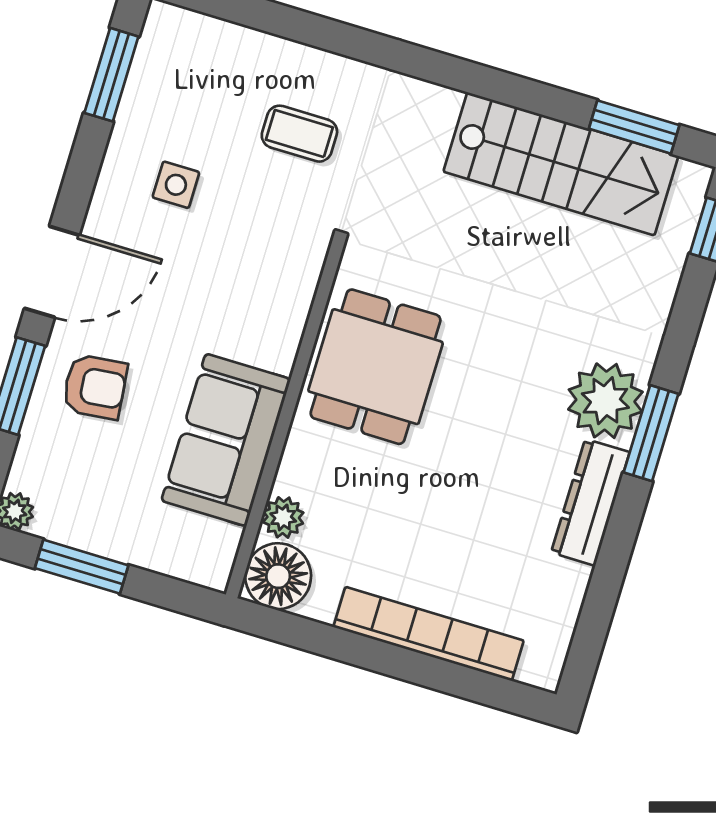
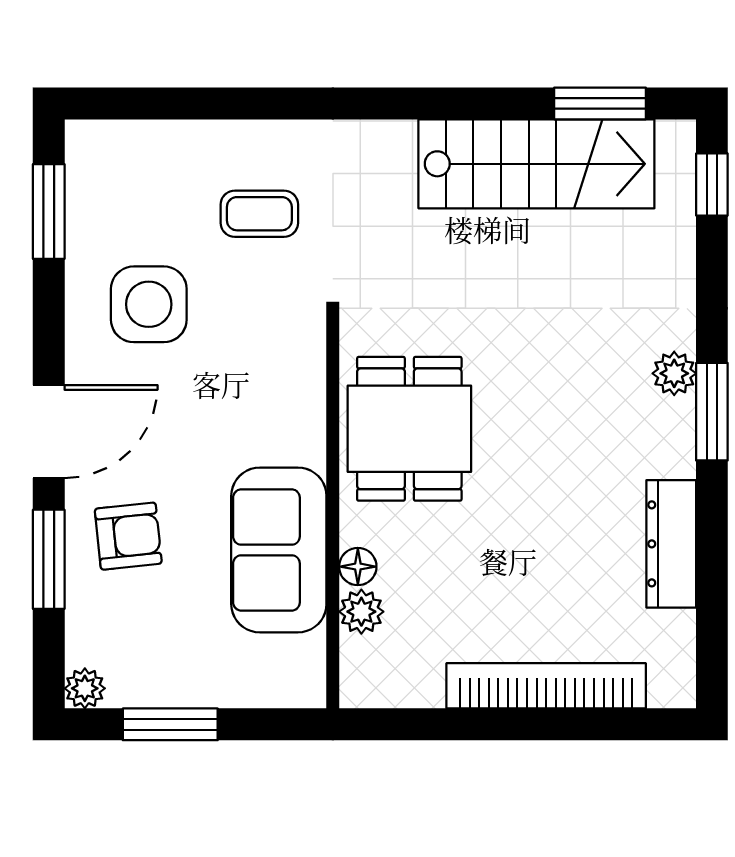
side table: (176, 185) -> (149, 304), width x1.87, depth x1.87
plant: (605, 401) -> (674, 373), width x0.53, depth x0.53
dresser: (590, 502) -> (671, 544), moved
floor lamp: (278, 576) -> (358, 567), moved, width x0.53, depth x0.53

